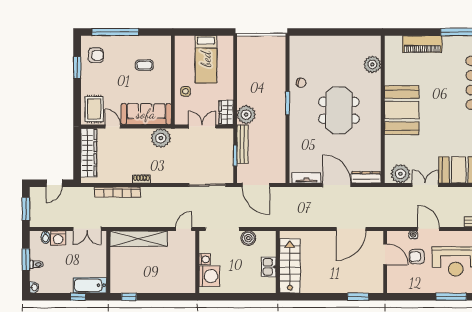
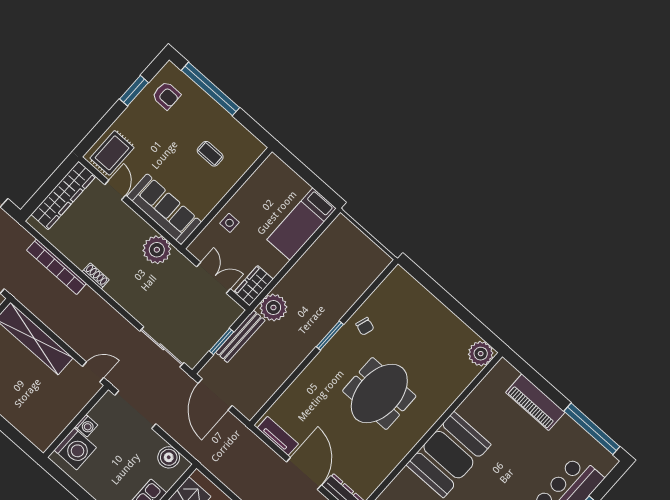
bed: (206, 59) -> (302, 224), moved
plant: (372, 64) -> (481, 354), moved
boiler: (248, 238) -> (169, 457), moved

